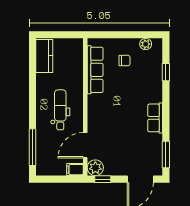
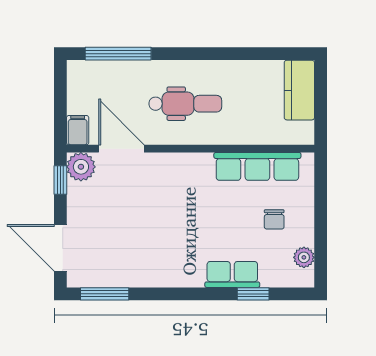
kitchen counter: (44, 56) -> (299, 90), moved, turned 90
row of seats: (155, 118) -> (232, 274), moved

